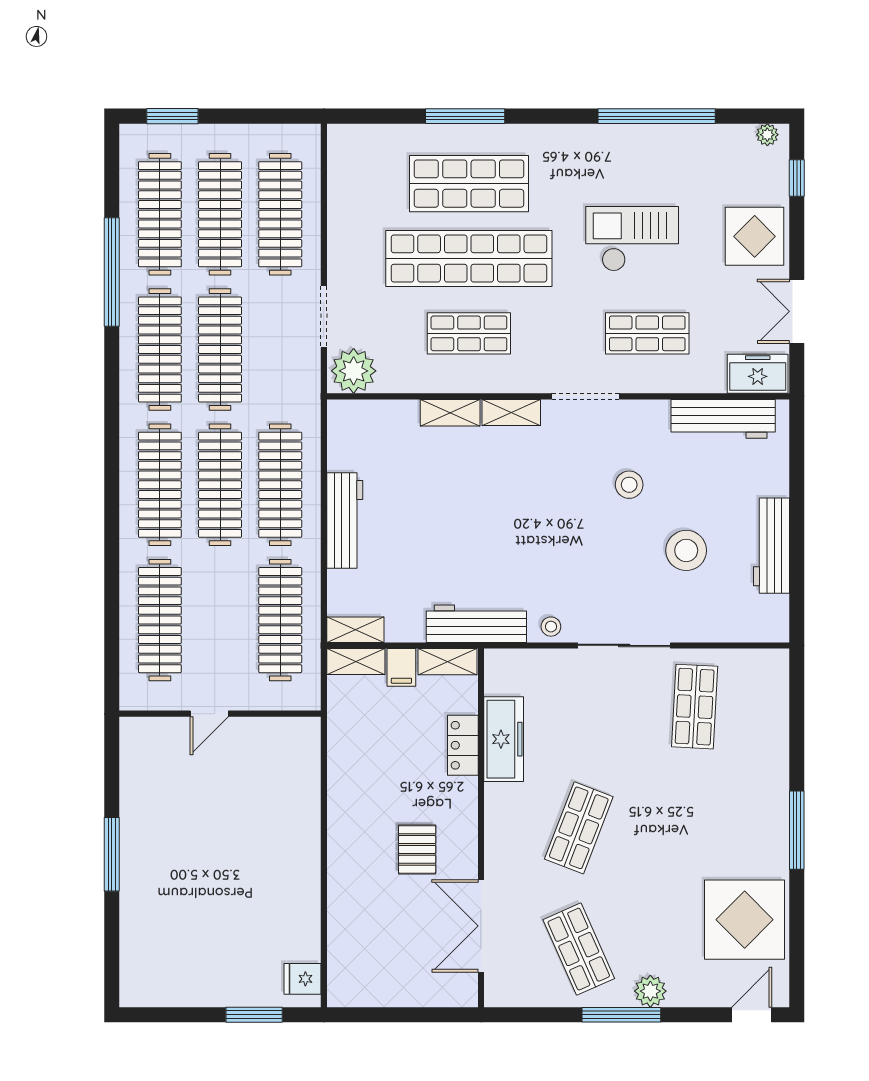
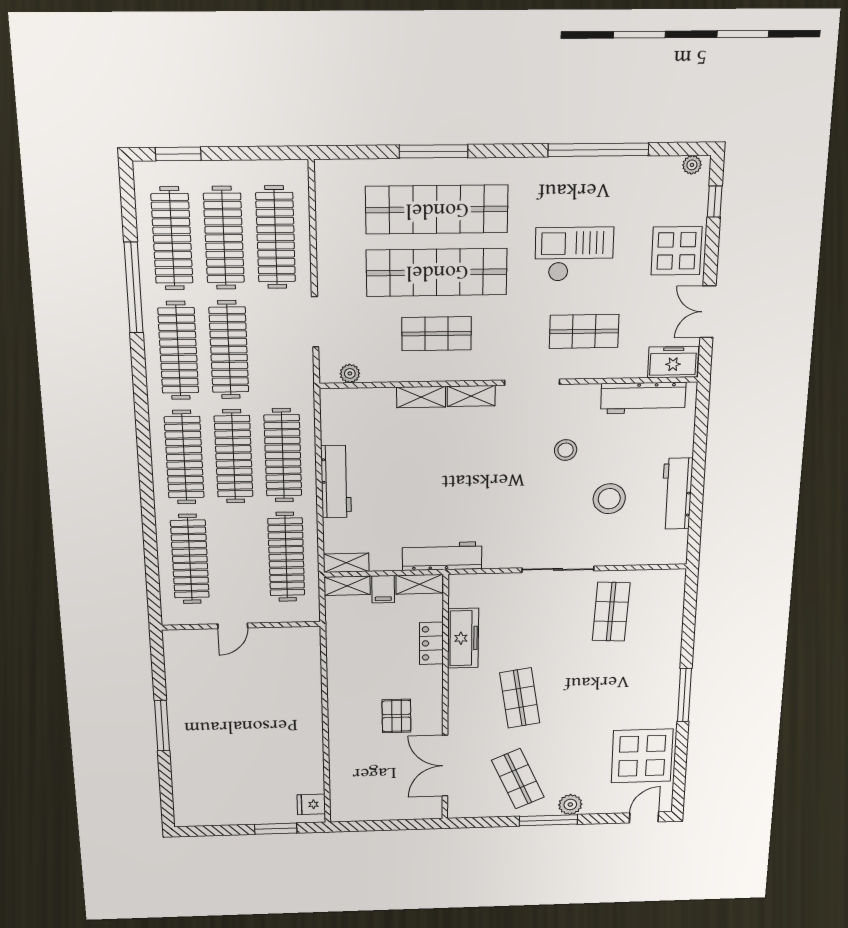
shop shelf: (469, 184) -> (437, 210), width x1.40
plant: (354, 371) -> (350, 373), width x0.53, depth x0.53
stool: (551, 627) -> (501, 557), removed
shop shelf: (579, 828) -> (520, 698), turned -30

